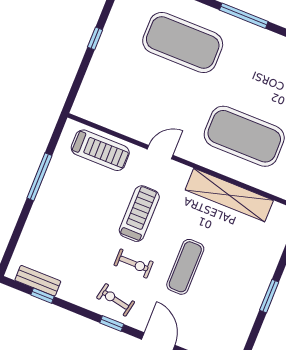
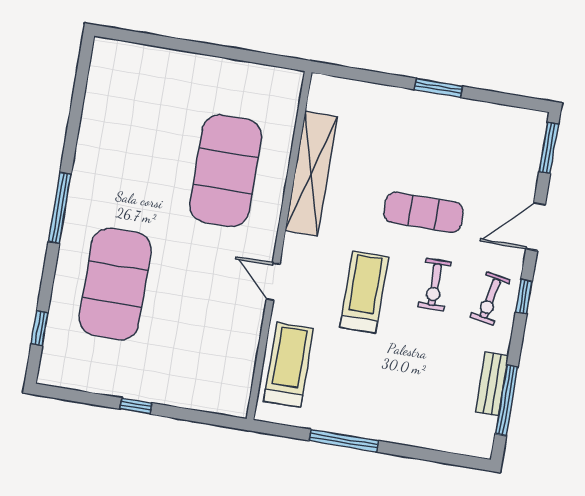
treadmill: (139, 214) -> (364, 292), turned 90
exercise bike: (134, 264) -> (435, 285), turned 180
bench: (38, 281) -> (492, 384), moved
window: (42, 296) -> (506, 400), width x2.17

